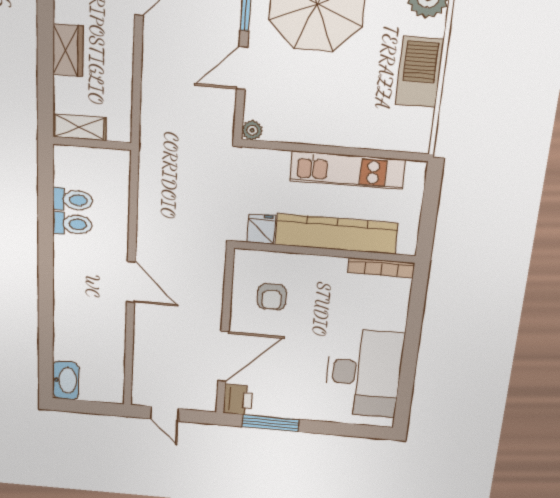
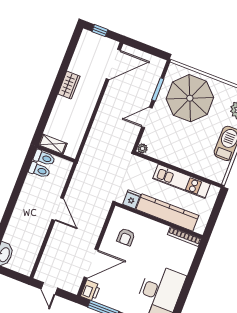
shelving: (79, 127) -> (53, 144), moved
wall: (92, 143) -> (56, 154), moved

